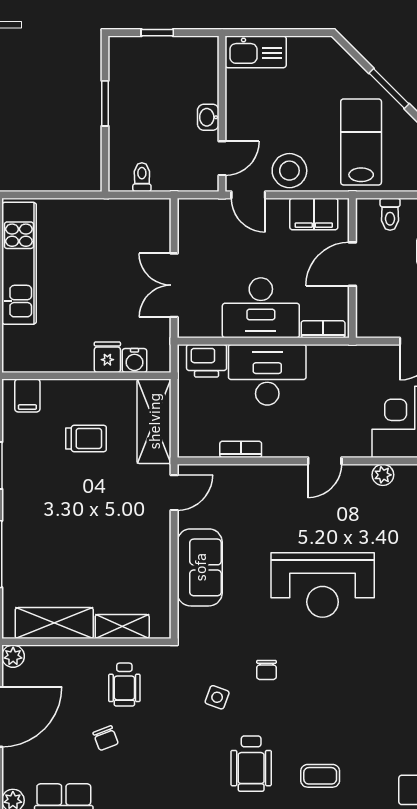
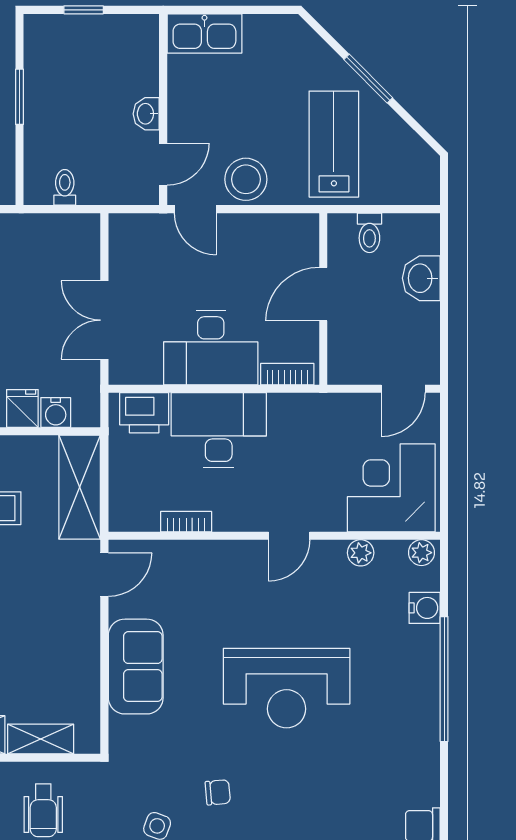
filing cabinet: (314, 214) -> (276, 233), removed
chair: (266, 670) -> (218, 792), turned -95

